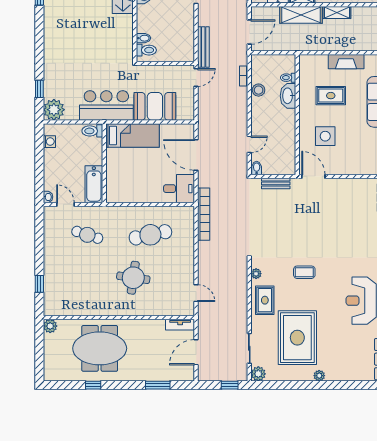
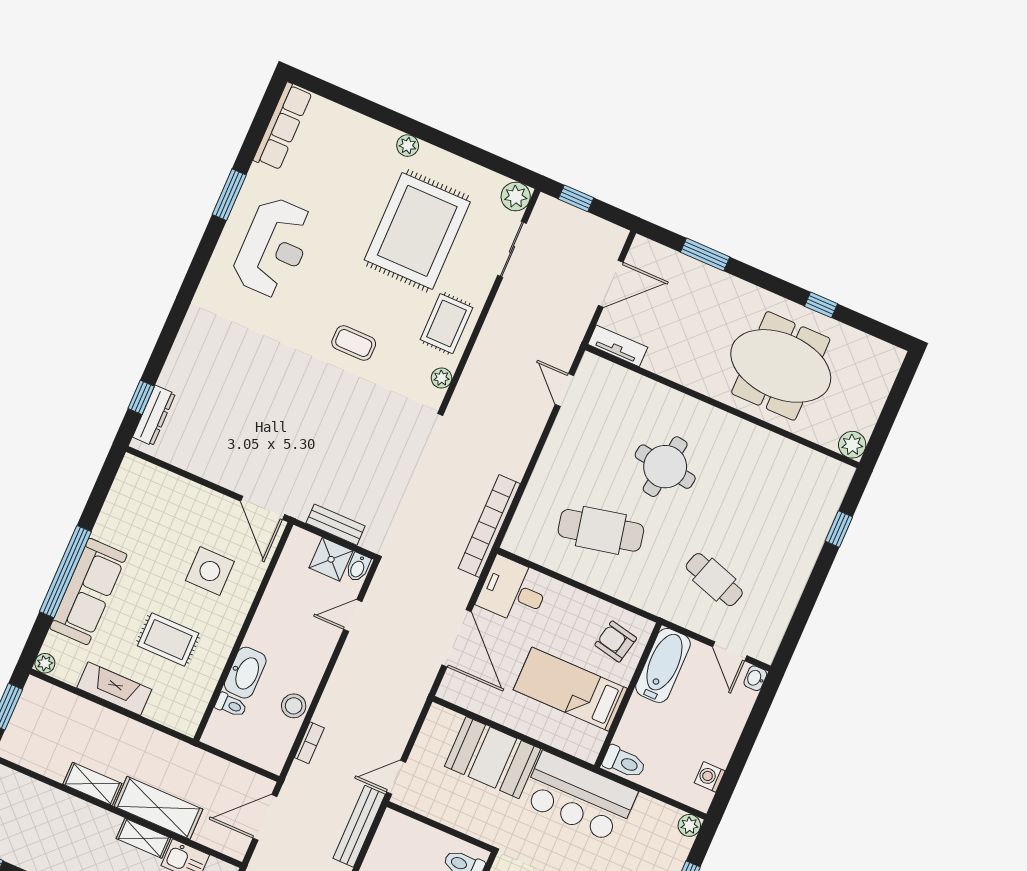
plant: (54, 110) -> (689, 825), width x0.53, depth x0.53
bed: (132, 135) -> (570, 689), moved
shower: (271, 166) -> (331, 559), added
armchair: (121, 186) -> (616, 641), added

